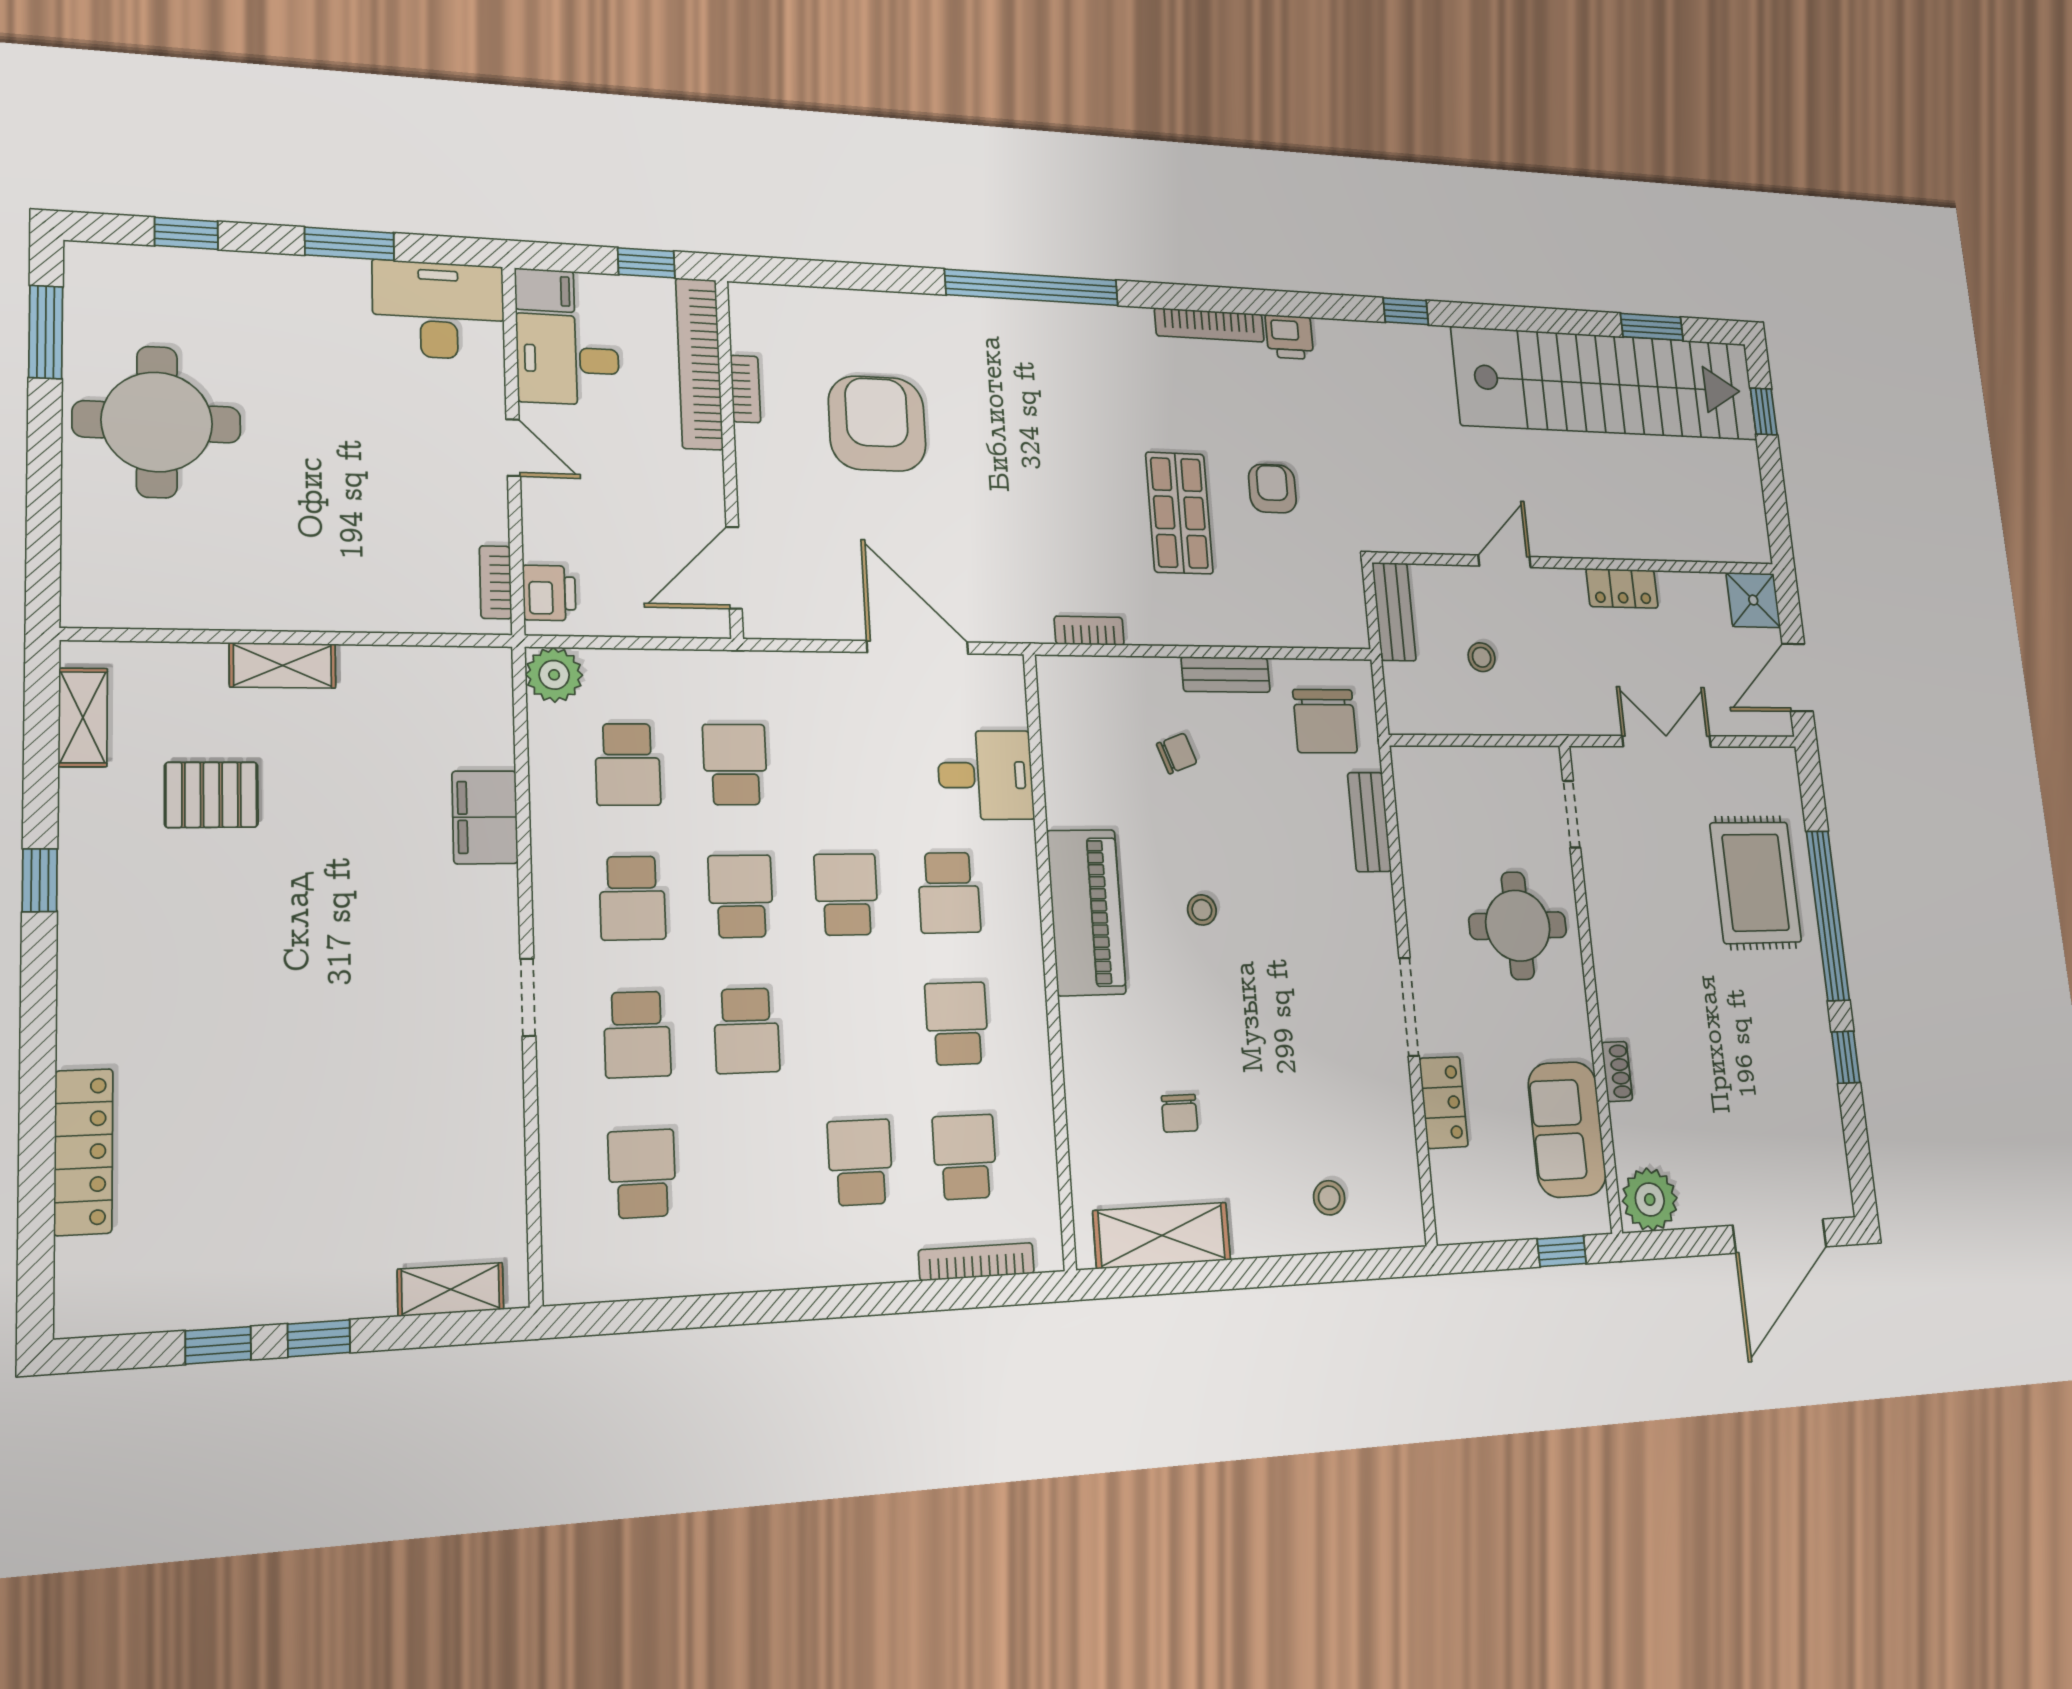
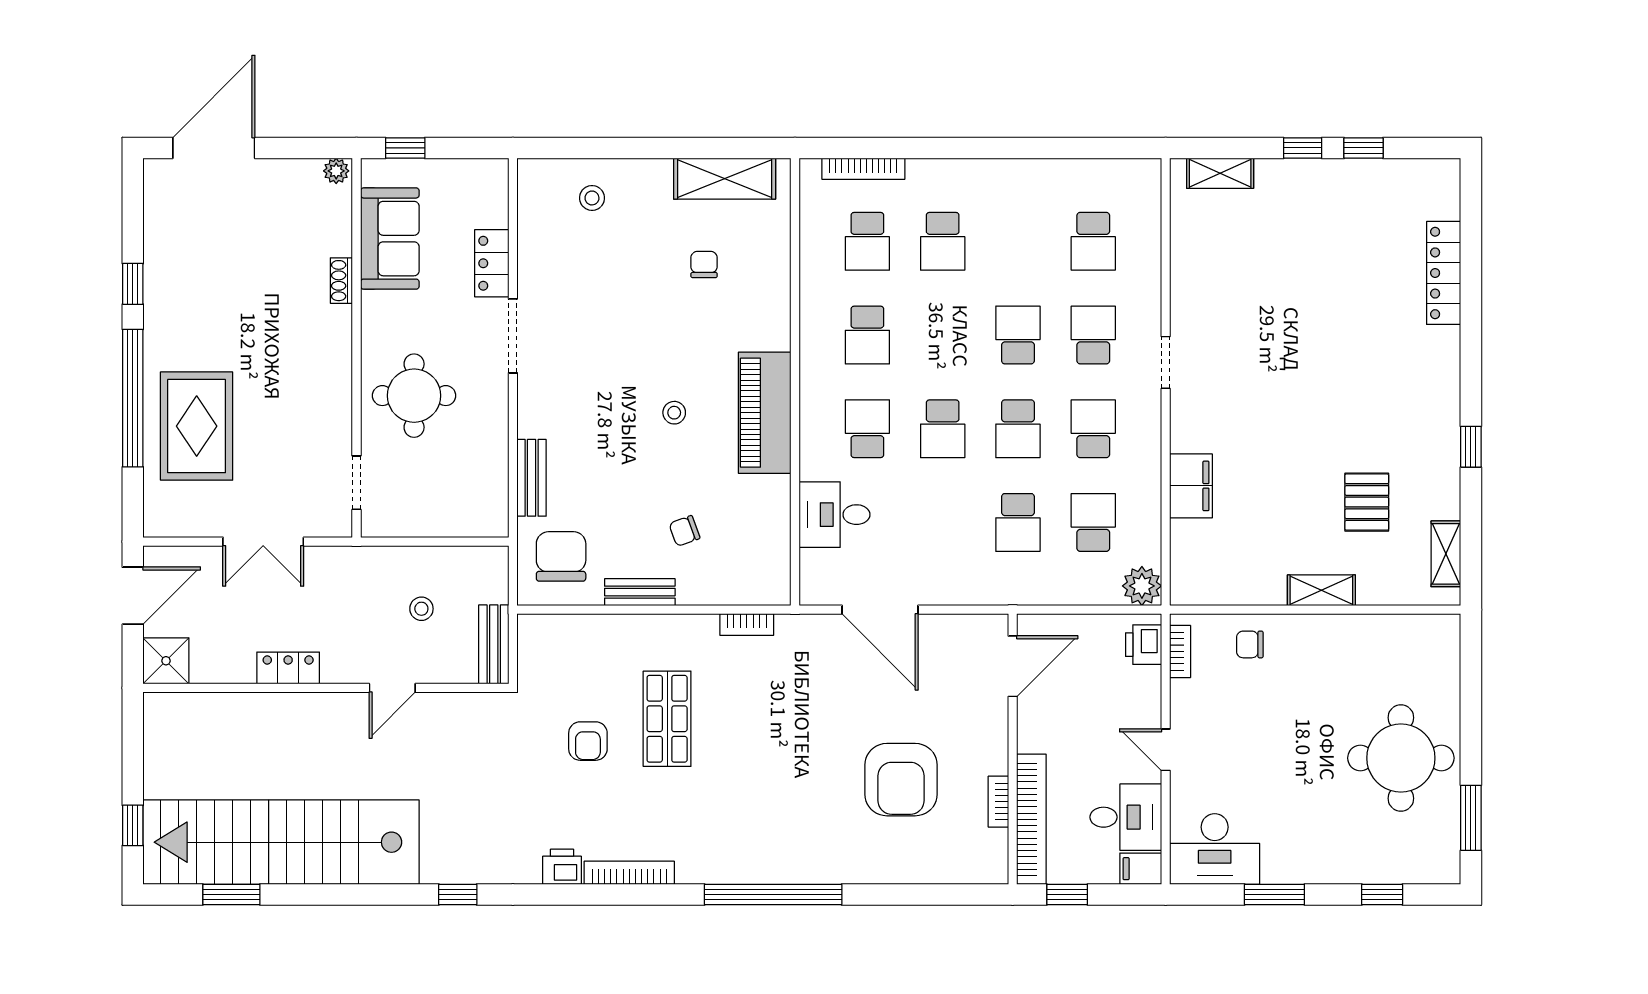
chair: (392, 590) -> (1250, 644), added
pallet: (211, 795) -> (1367, 502), turned 90
plant: (1650, 1199) -> (336, 171), width x0.53, depth x0.53

